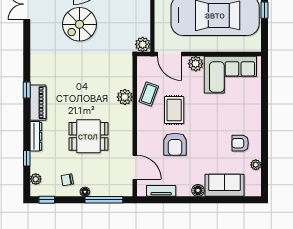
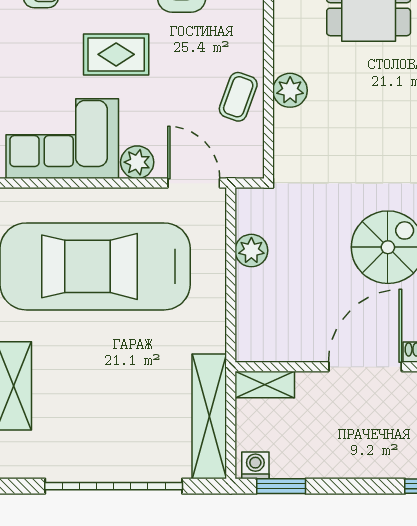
plant: (143, 44) -> (251, 251), moved
rug: (174, 110) -> (116, 54), moved, turned 90

